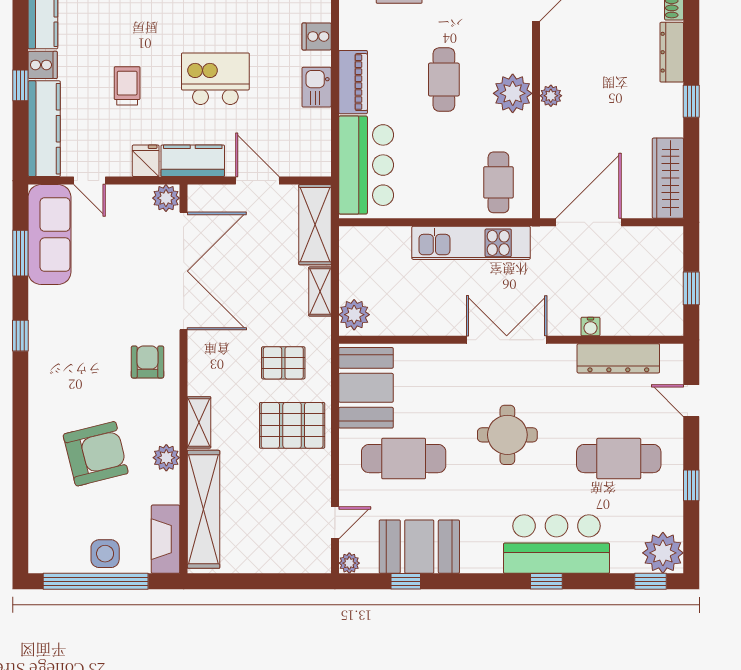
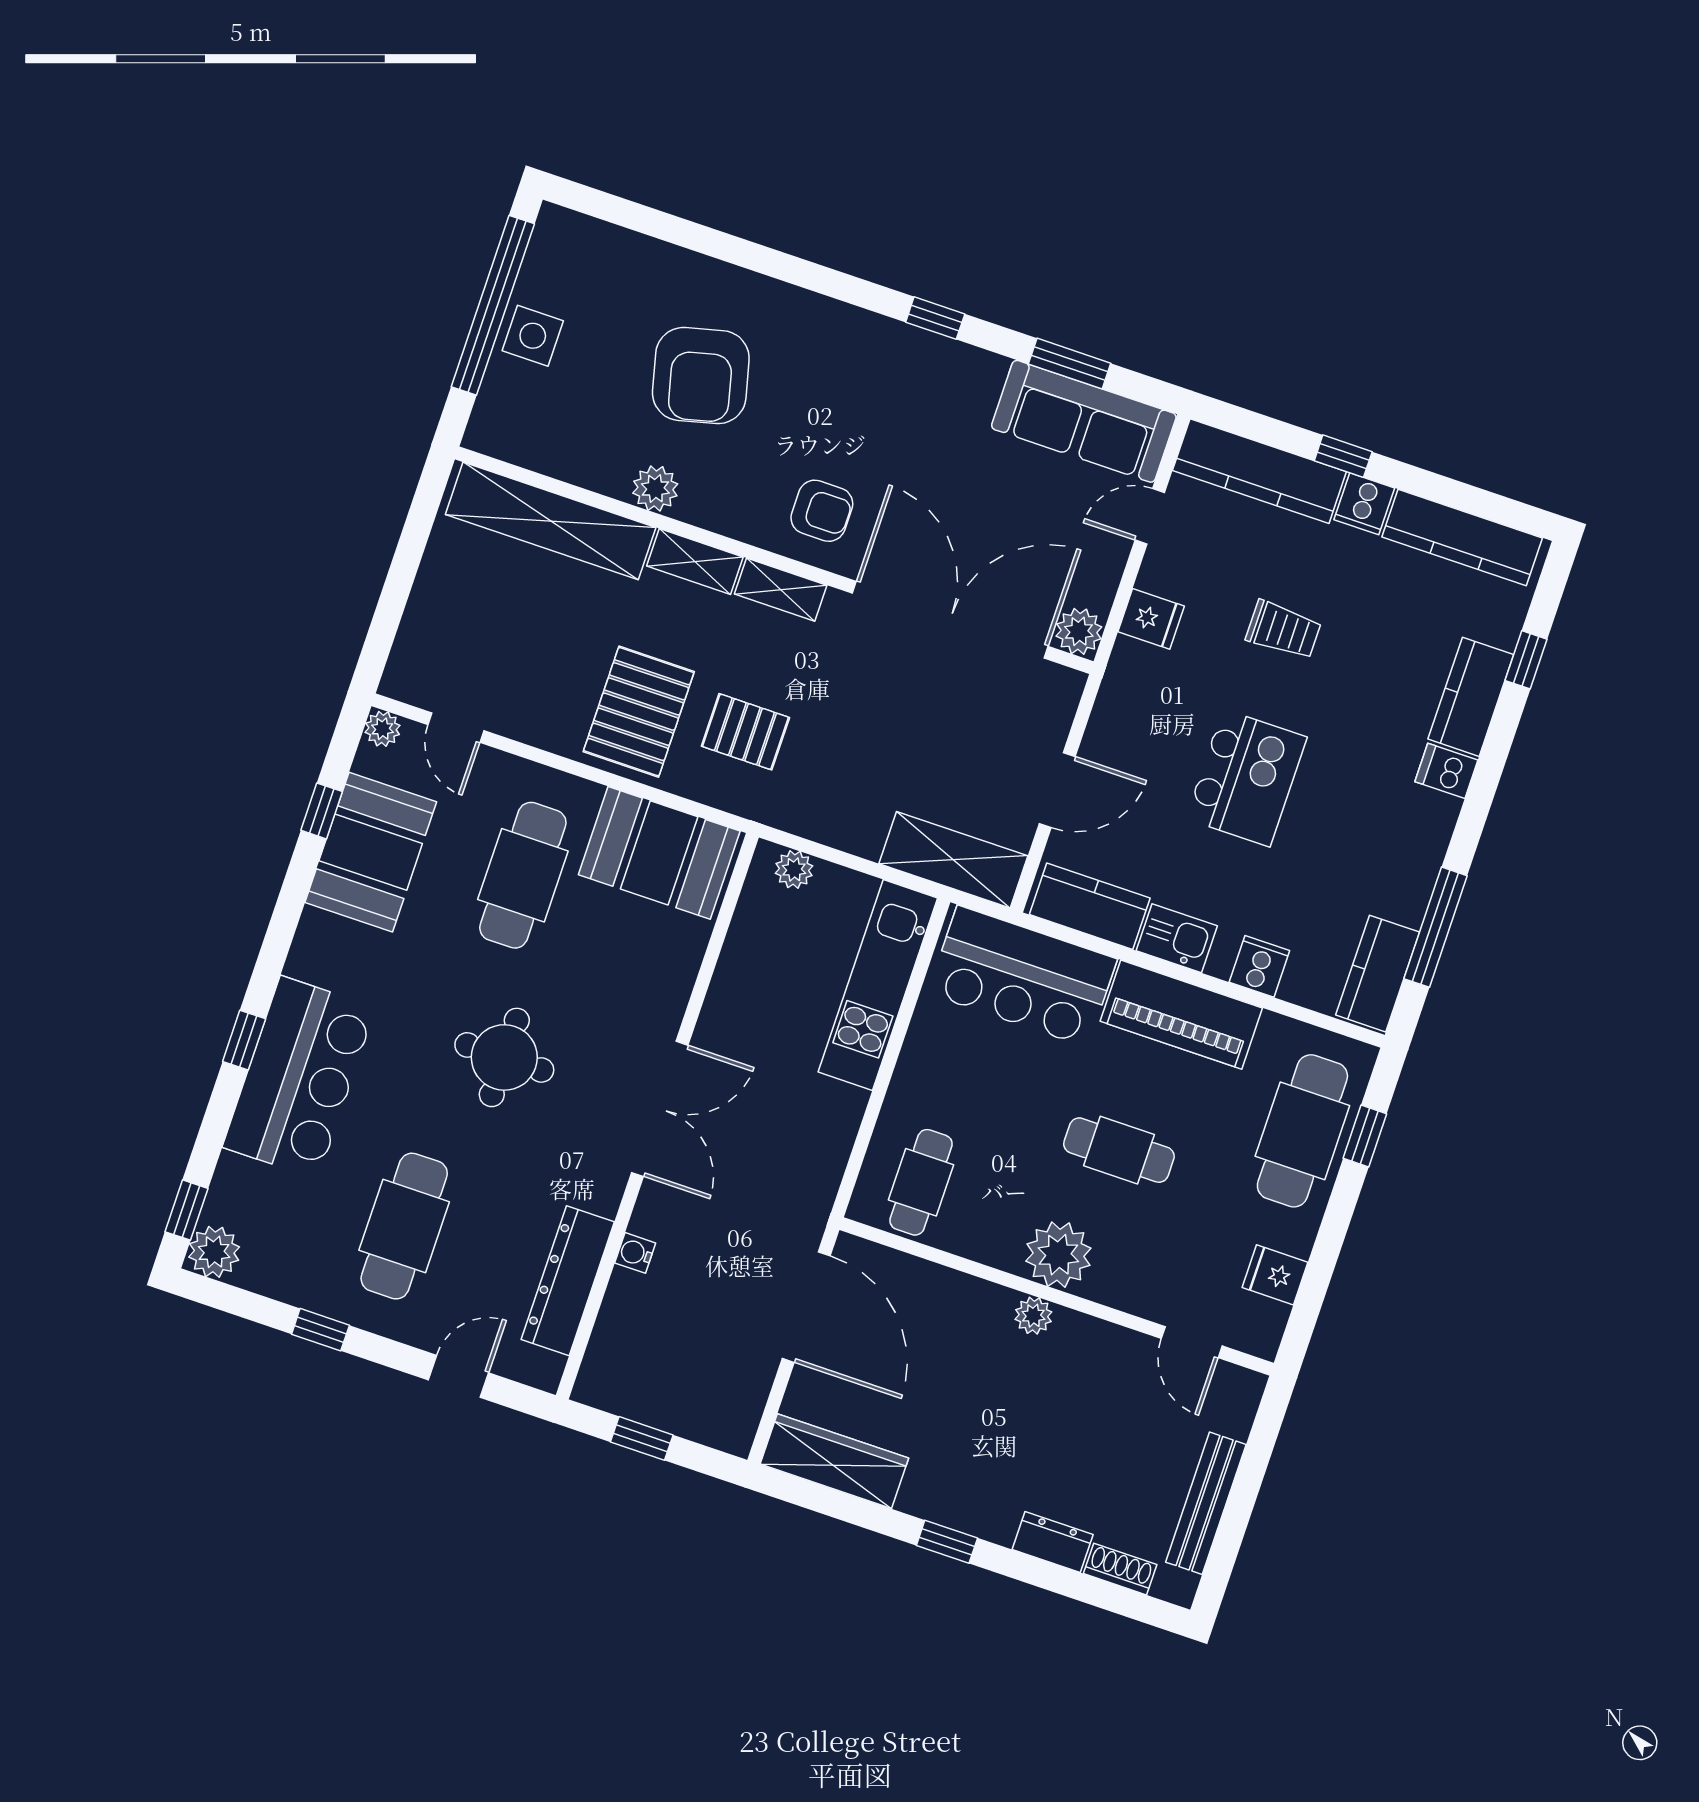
dresser: (672, 52) -> (1053, 1542), width x0.70
piano: (353, 82) -> (1181, 1015), width x1.37, depth x1.33
kitchen counter: (193, 161) -> (1090, 906), moved, turned -90
cafe table: (498, 182) -> (921, 1182), turned 90
kitchen unit: (471, 243) -> (878, 985), moved
double door: (184, 271) -> (950, 620), swing flipped
shelving: (320, 292) -> (781, 590), moved
plant: (354, 315) -> (794, 870), width x0.73, depth x0.73
pallet: (283, 363) -> (745, 732), turned 90
fireplace: (166, 539) -> (523, 442), removed
plant: (663, 553) -> (214, 1252), width x0.73, depth x0.73

